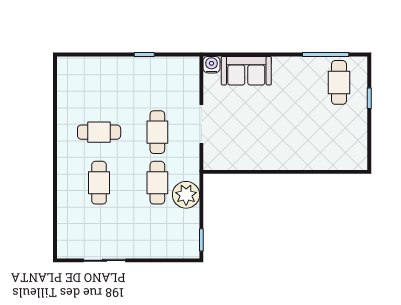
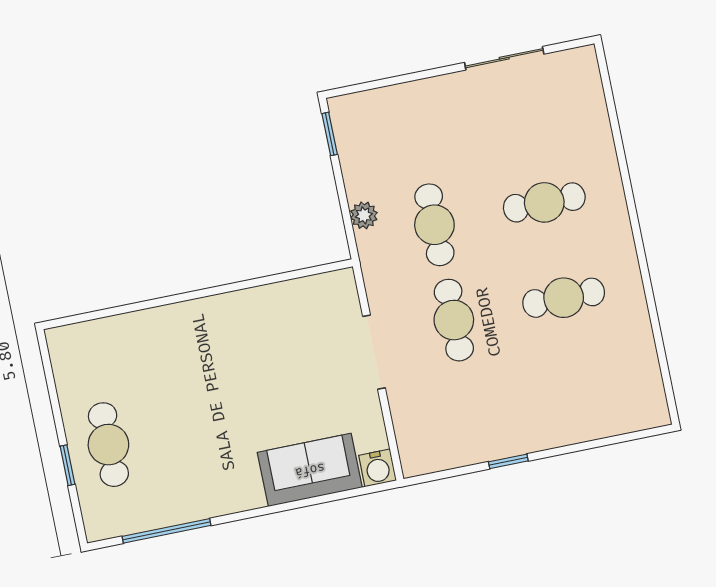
cafe table: (339, 82) -> (108, 445), moved
cafe table: (99, 183) -> (544, 202), turned 90
plant: (186, 195) -> (364, 215), width x0.53, depth x0.53

